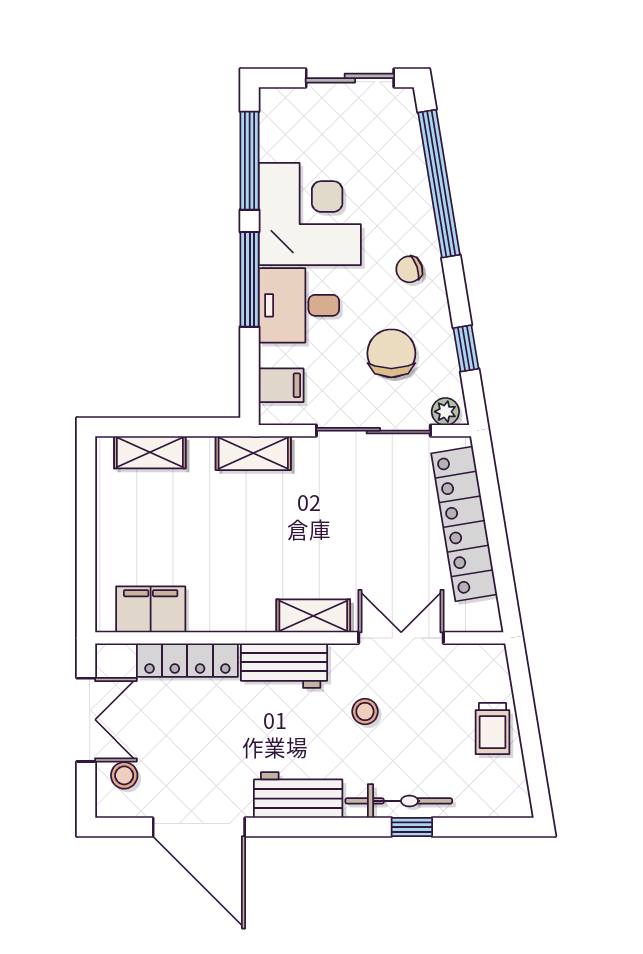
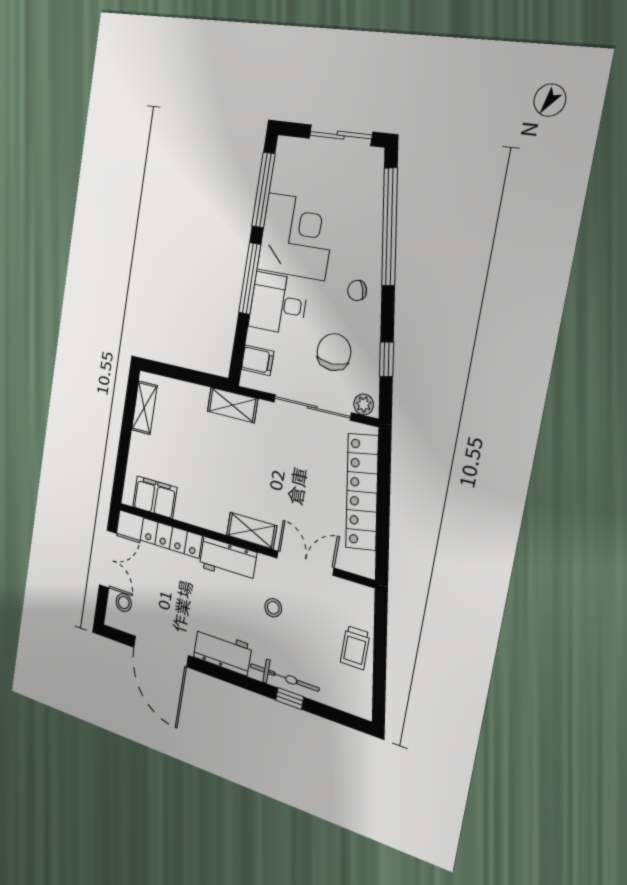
shelving: (150, 452) -> (144, 408), moved, turned 90

